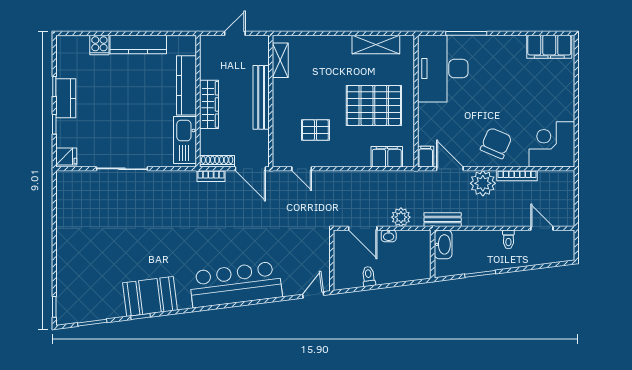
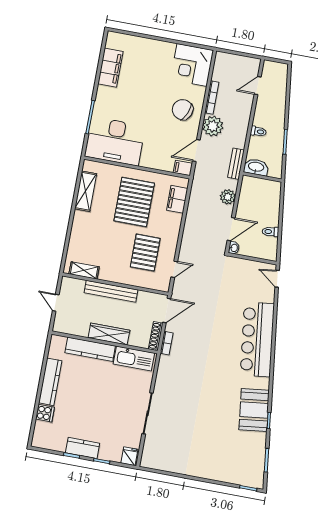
filing cabinet: (549, 47) -> (110, 68), moved
pallet: (315, 130) -> (145, 253), width x1.50, depth x1.42
washbasin: (389, 236) -> (234, 248), moved
toilet: (508, 239) -> (258, 132), moved

